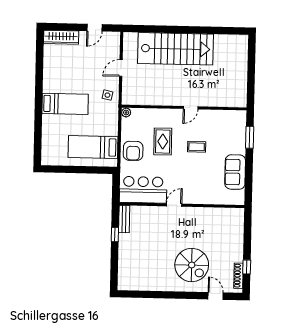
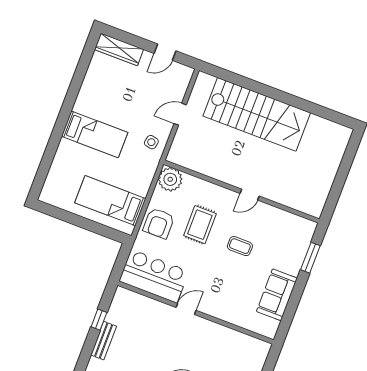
plant: (126, 112) -> (170, 179), width x1.87, depth x1.87
bench: (124, 219) -> (104, 341), moved

